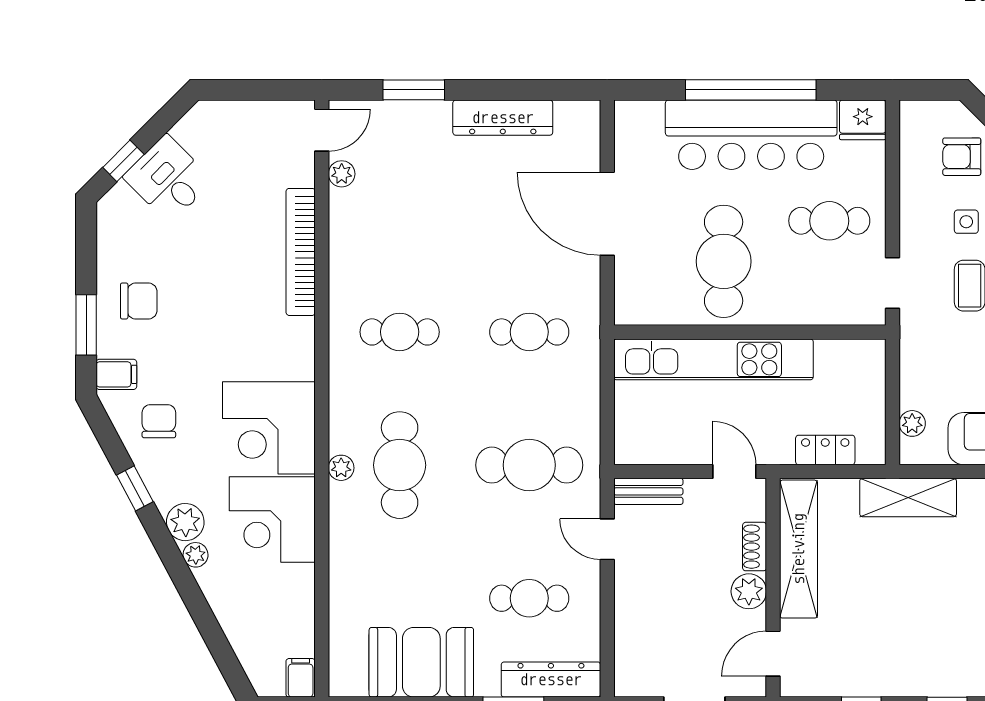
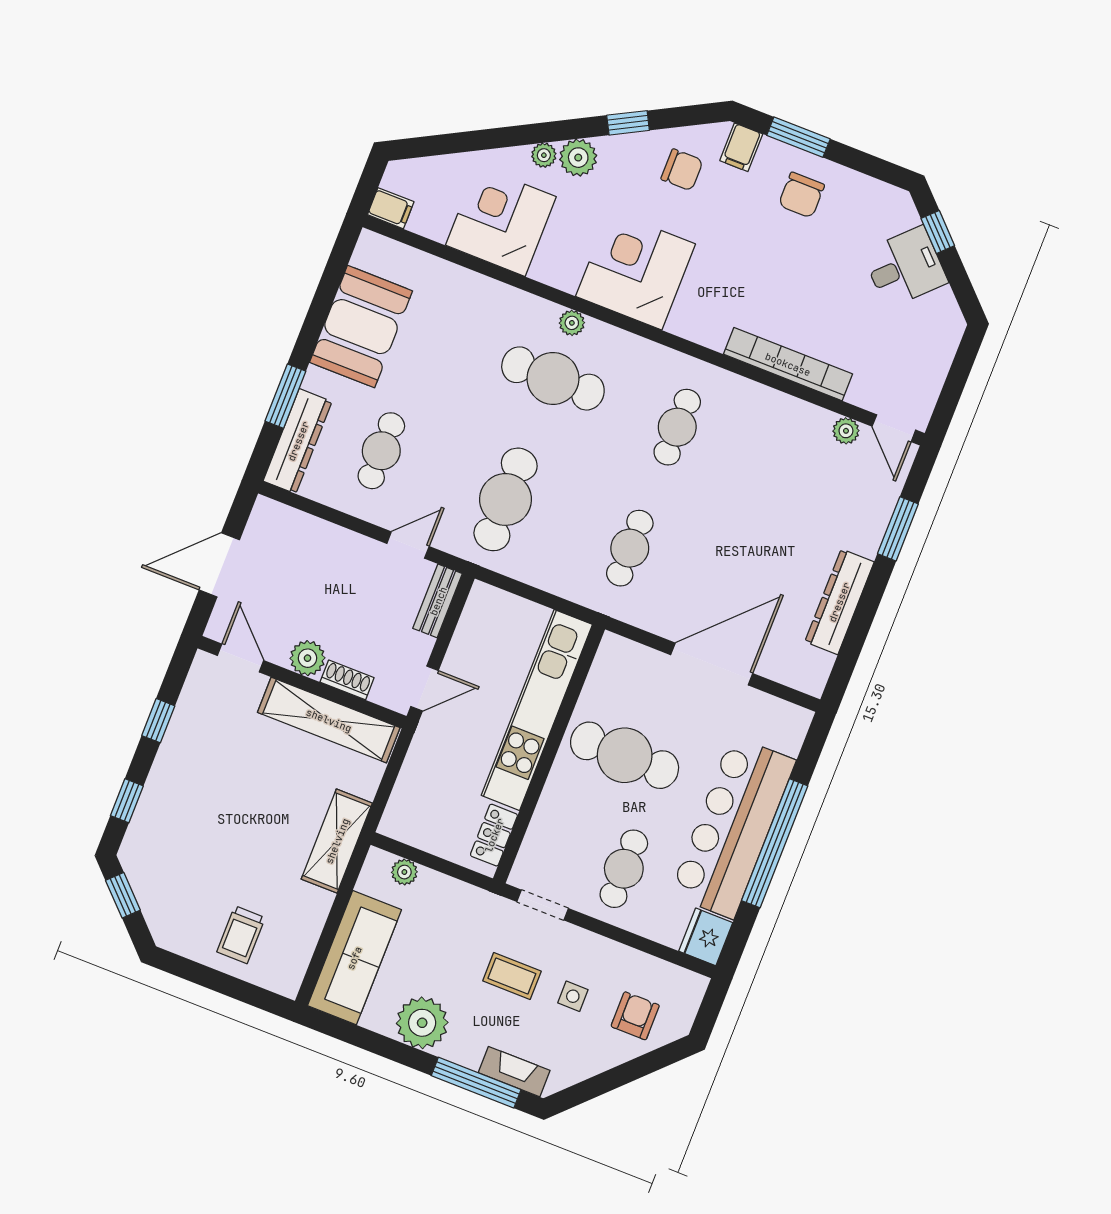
locker: (825, 450) -> (494, 835), moved, turned 180
corner desk: (272, 520) -> (501, 221), moved

